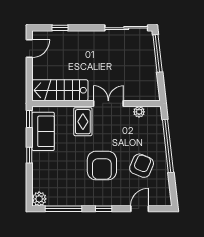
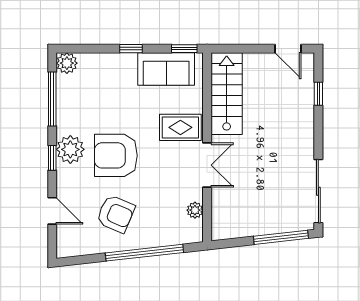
plant: (98, 196) -> (70, 149), added

